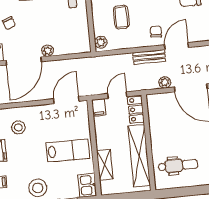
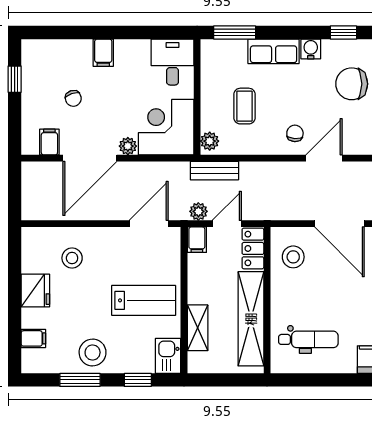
corner desk: (71, 36) -> (166, 127), added
bench: (149, 57) -> (214, 171), moved
plant: (165, 82) -> (198, 211), moved
stool: (163, 113) -> (293, 257), added

